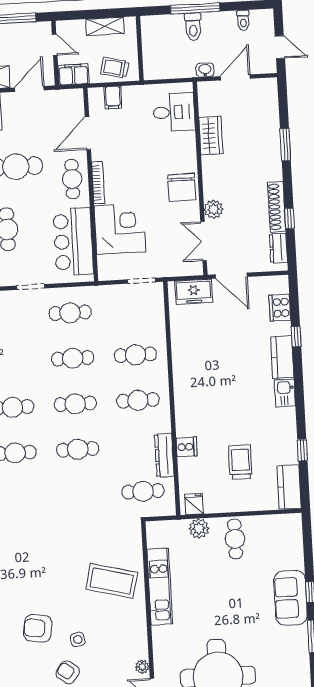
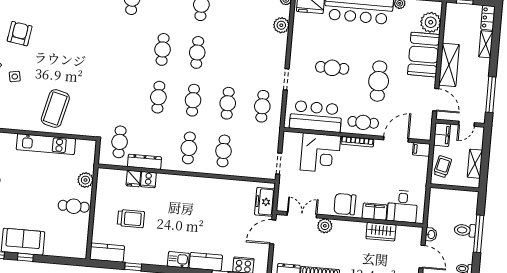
filing cabinet: (113, 97) -> (421, 149), moved
door: (88, 133) -> (396, 139), hinge flipped
filing cabinet: (186, 148) -> (375, 212), added
fridge: (194, 504) -> (133, 179), moved, turned 90
armchair: (38, 628) -> (20, 34), moved

